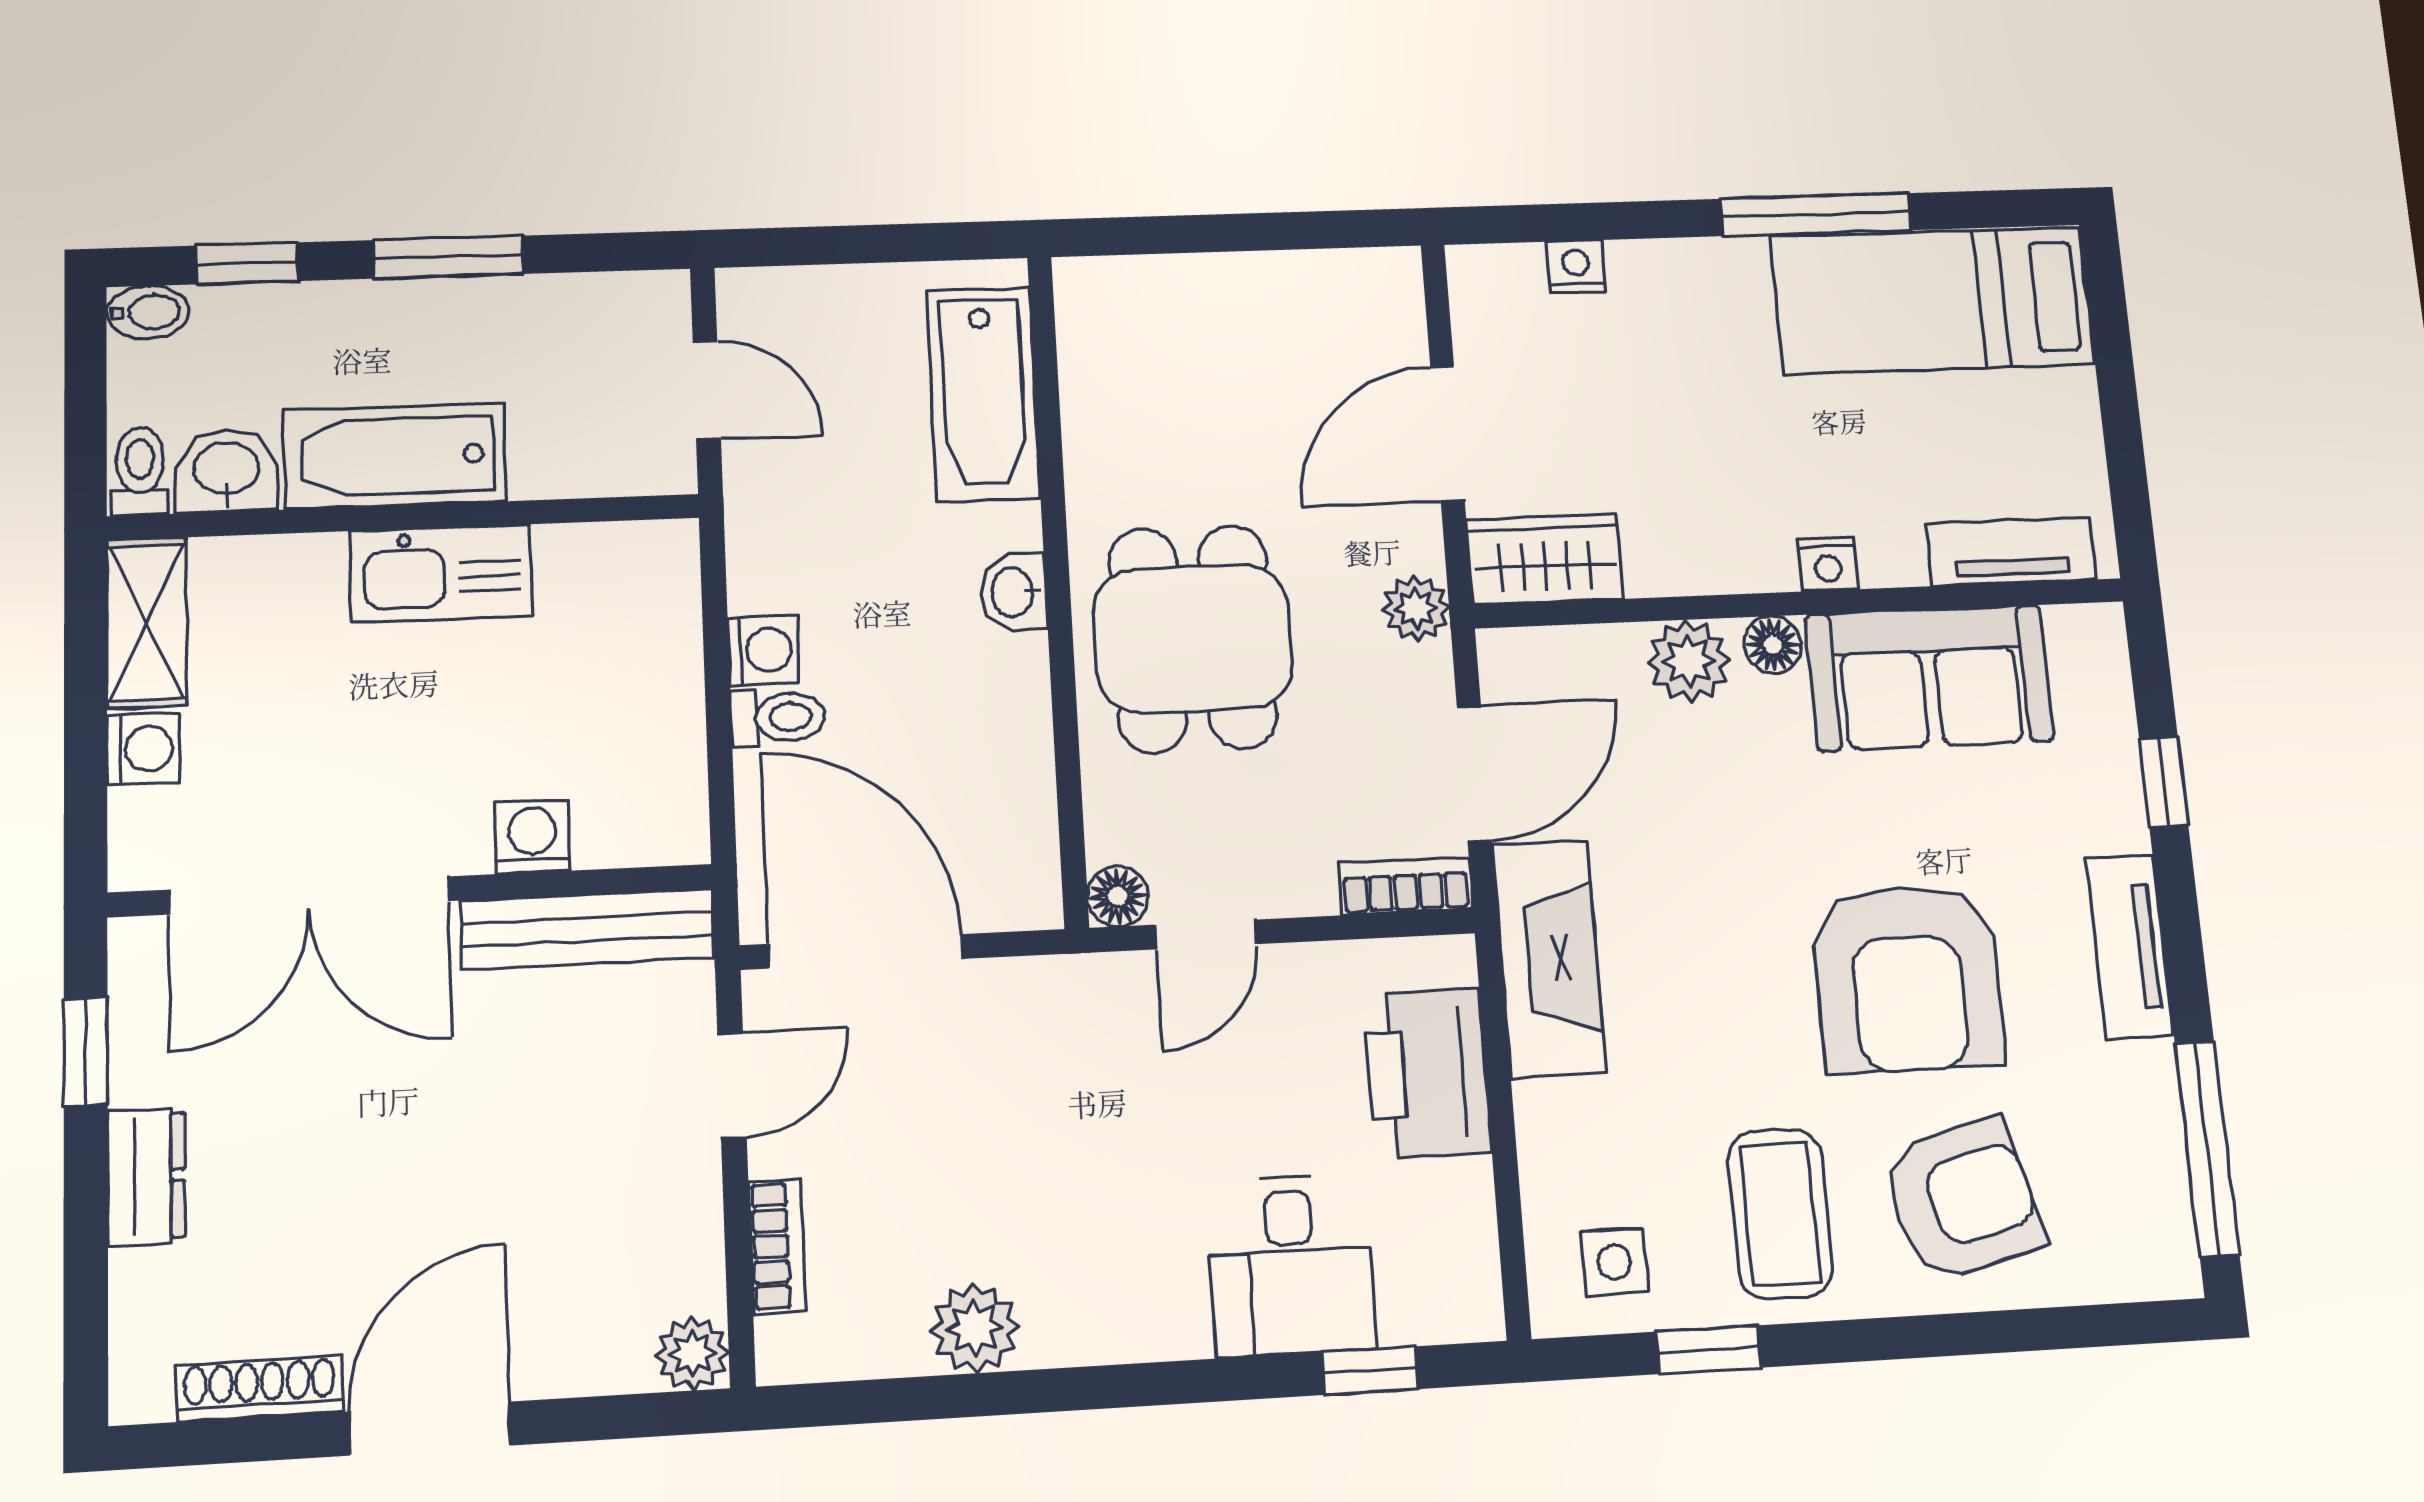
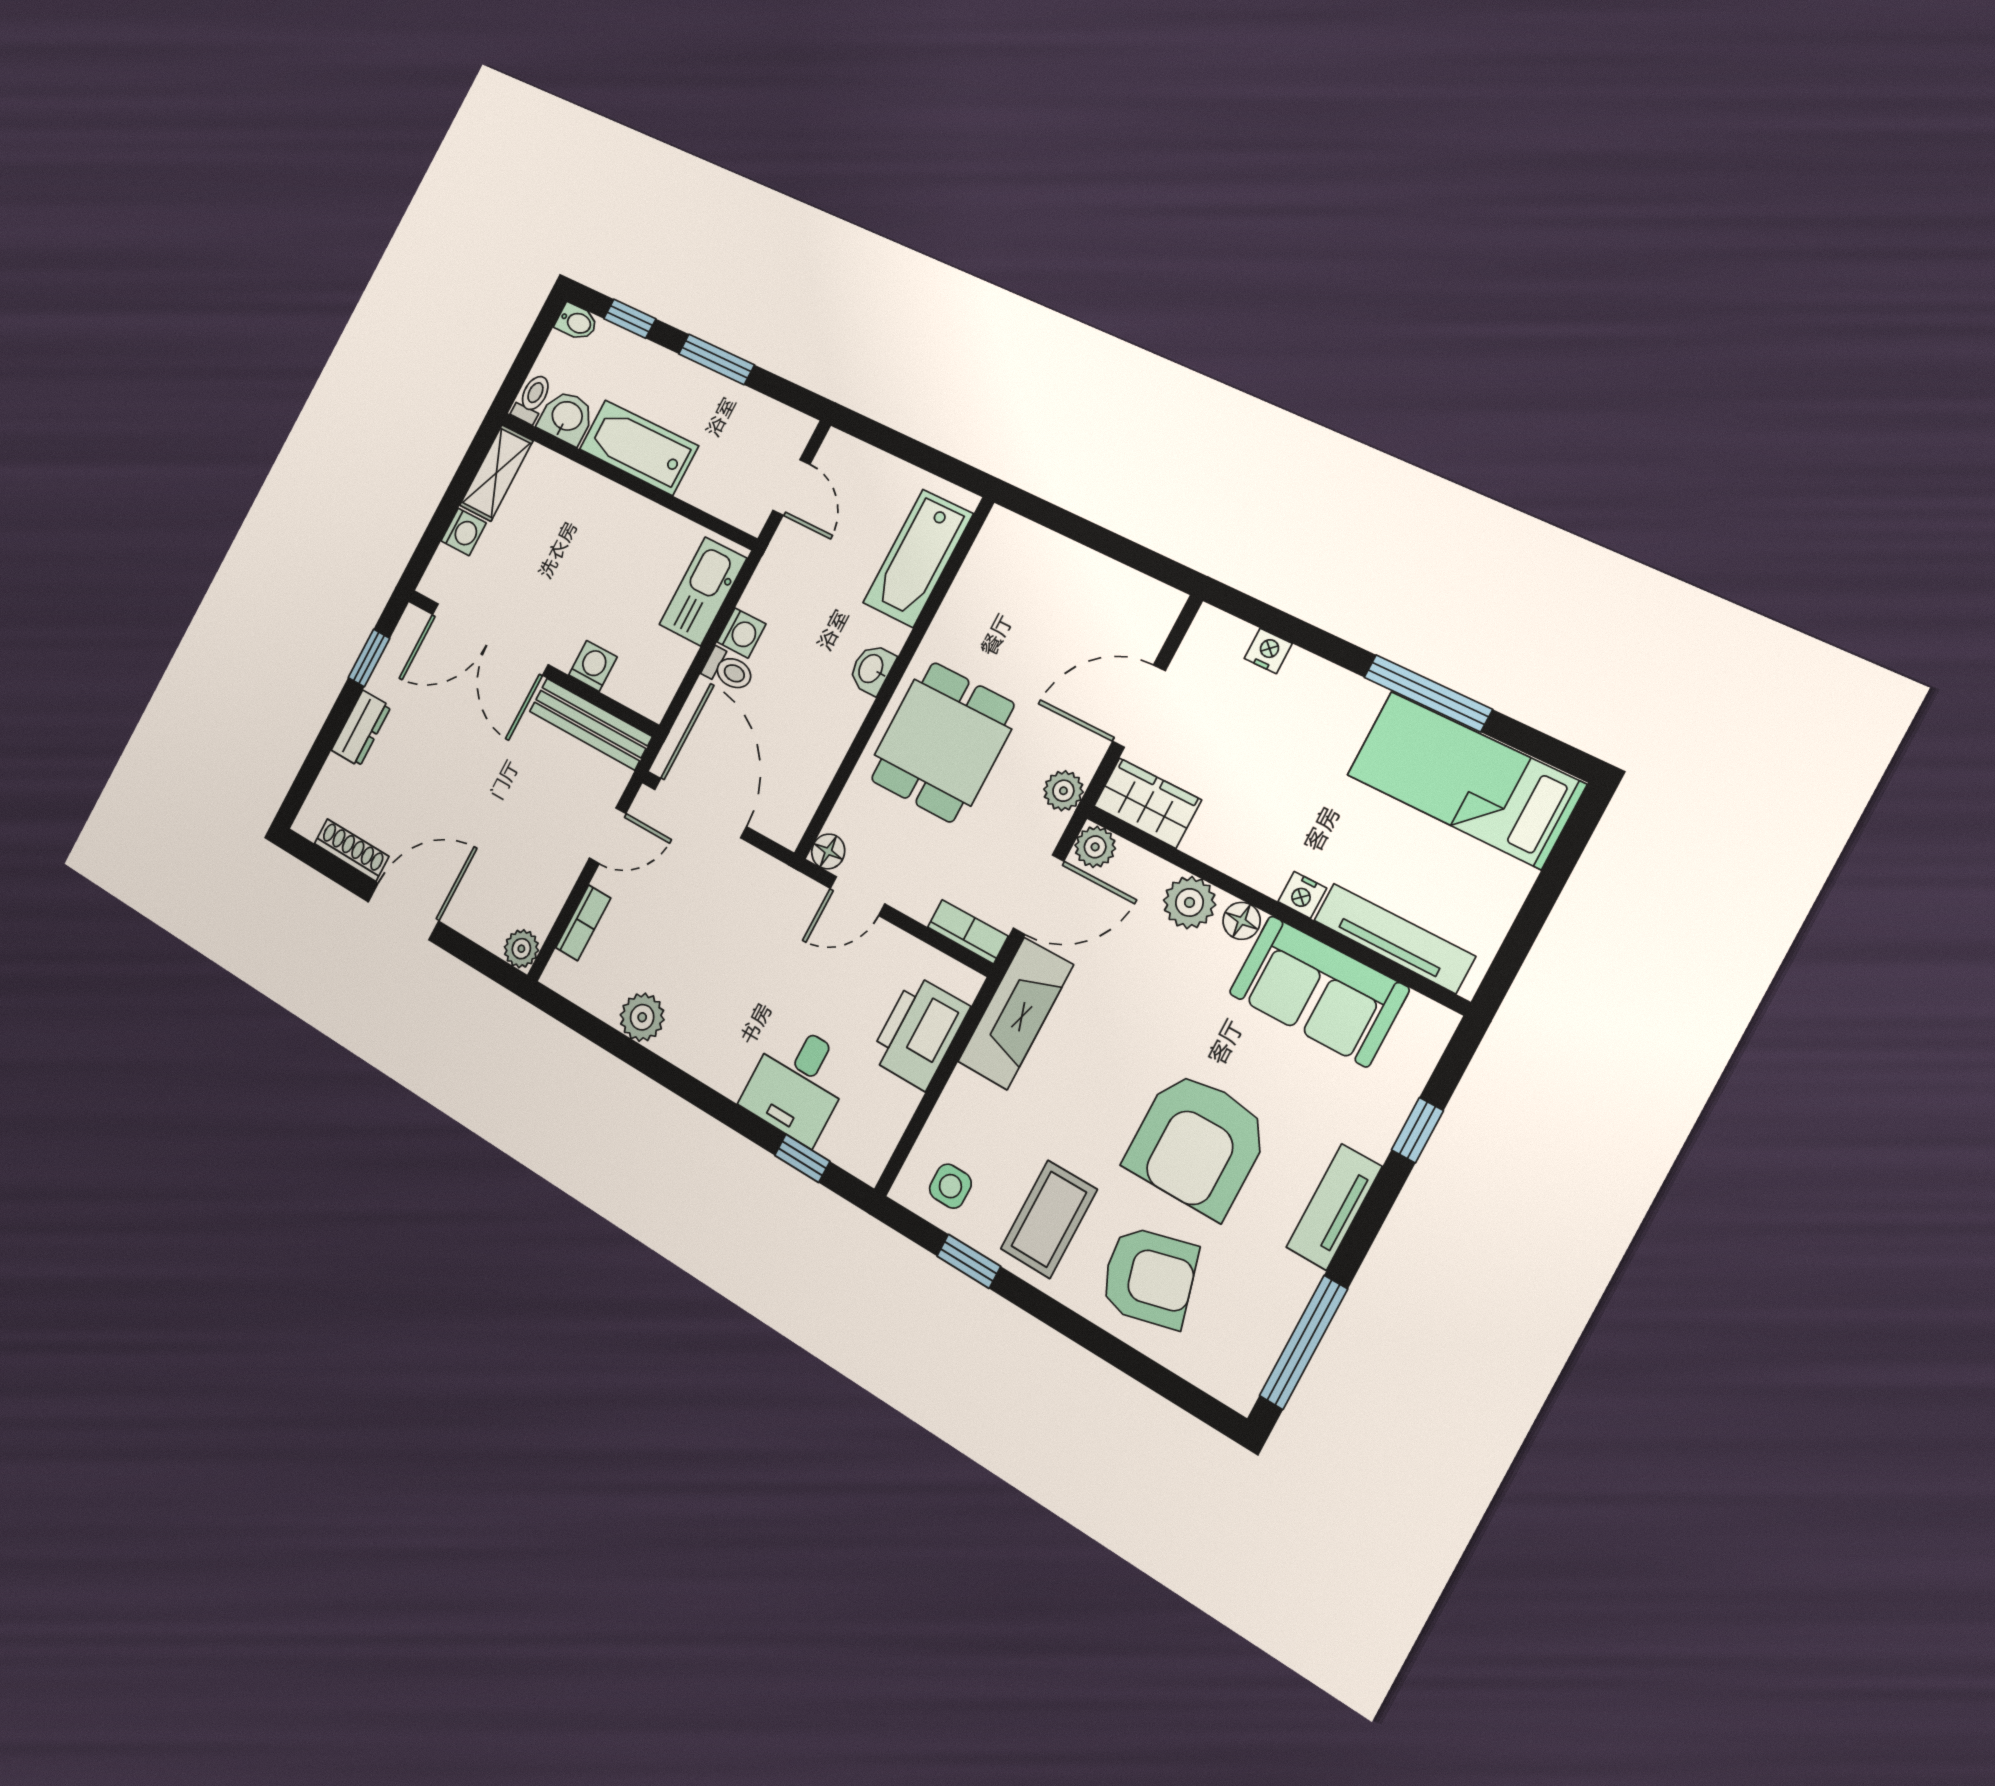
tv unit: (2011, 552) -> (1394, 938), width x1.41
kitchen sink: (441, 573) -> (703, 591), moved, turned 90
plant: (1511, 660) -> (1095, 847), added

